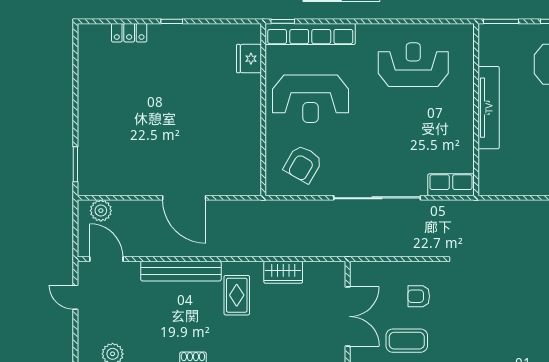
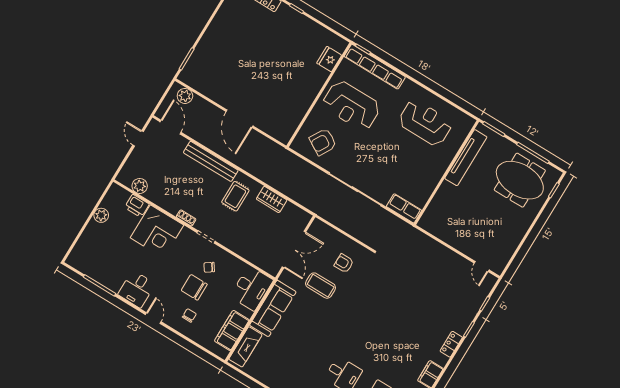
tv unit: (489, 108) -> (466, 158), moved

